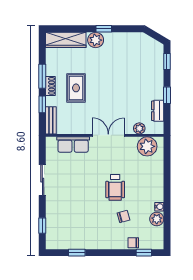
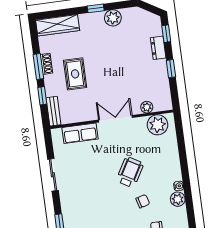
plant: (96, 40) -> (113, 18), moved
shoe rack: (50, 86) -> (46, 64), moved
dresser: (158, 111) -> (158, 48), moved
wheelchair: (115, 187) -> (130, 172), turned -150

